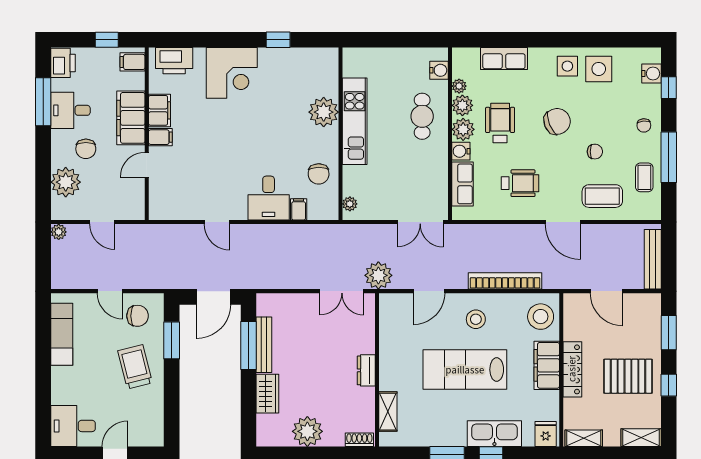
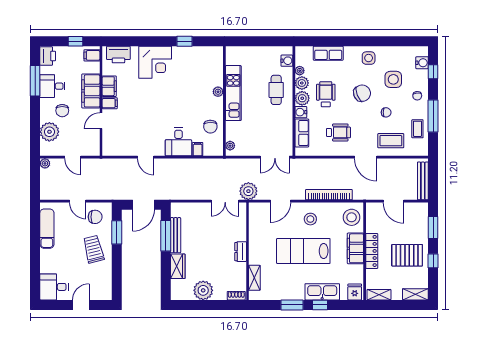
side table: (599, 69) -> (393, 79), moved
plant: (324, 112) -> (218, 92), width x0.53, depth x0.53

